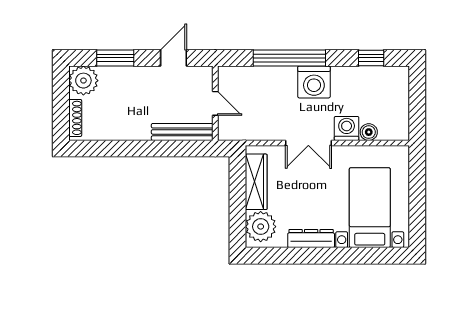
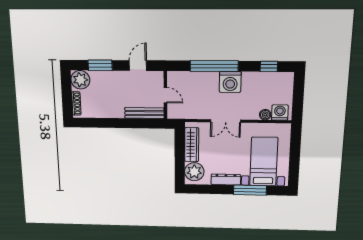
washing machine: (347, 128) -> (280, 113), moved
window: (350, 256) -> (250, 190), added

